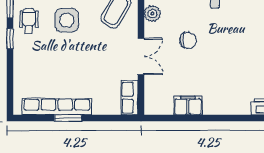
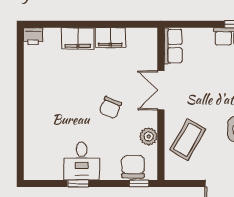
chair: (188, 40) -> (110, 108), turned -68
filing cabinet: (218, 105) -> (78, 38), added

